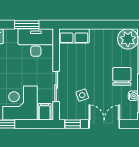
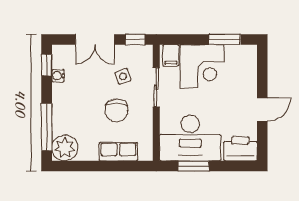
row of seats: (74, 36) -> (118, 152), moved
desk: (36, 43) -> (190, 138), width x1.36, depth x1.30
chair: (122, 76) -> (116, 110), moved

